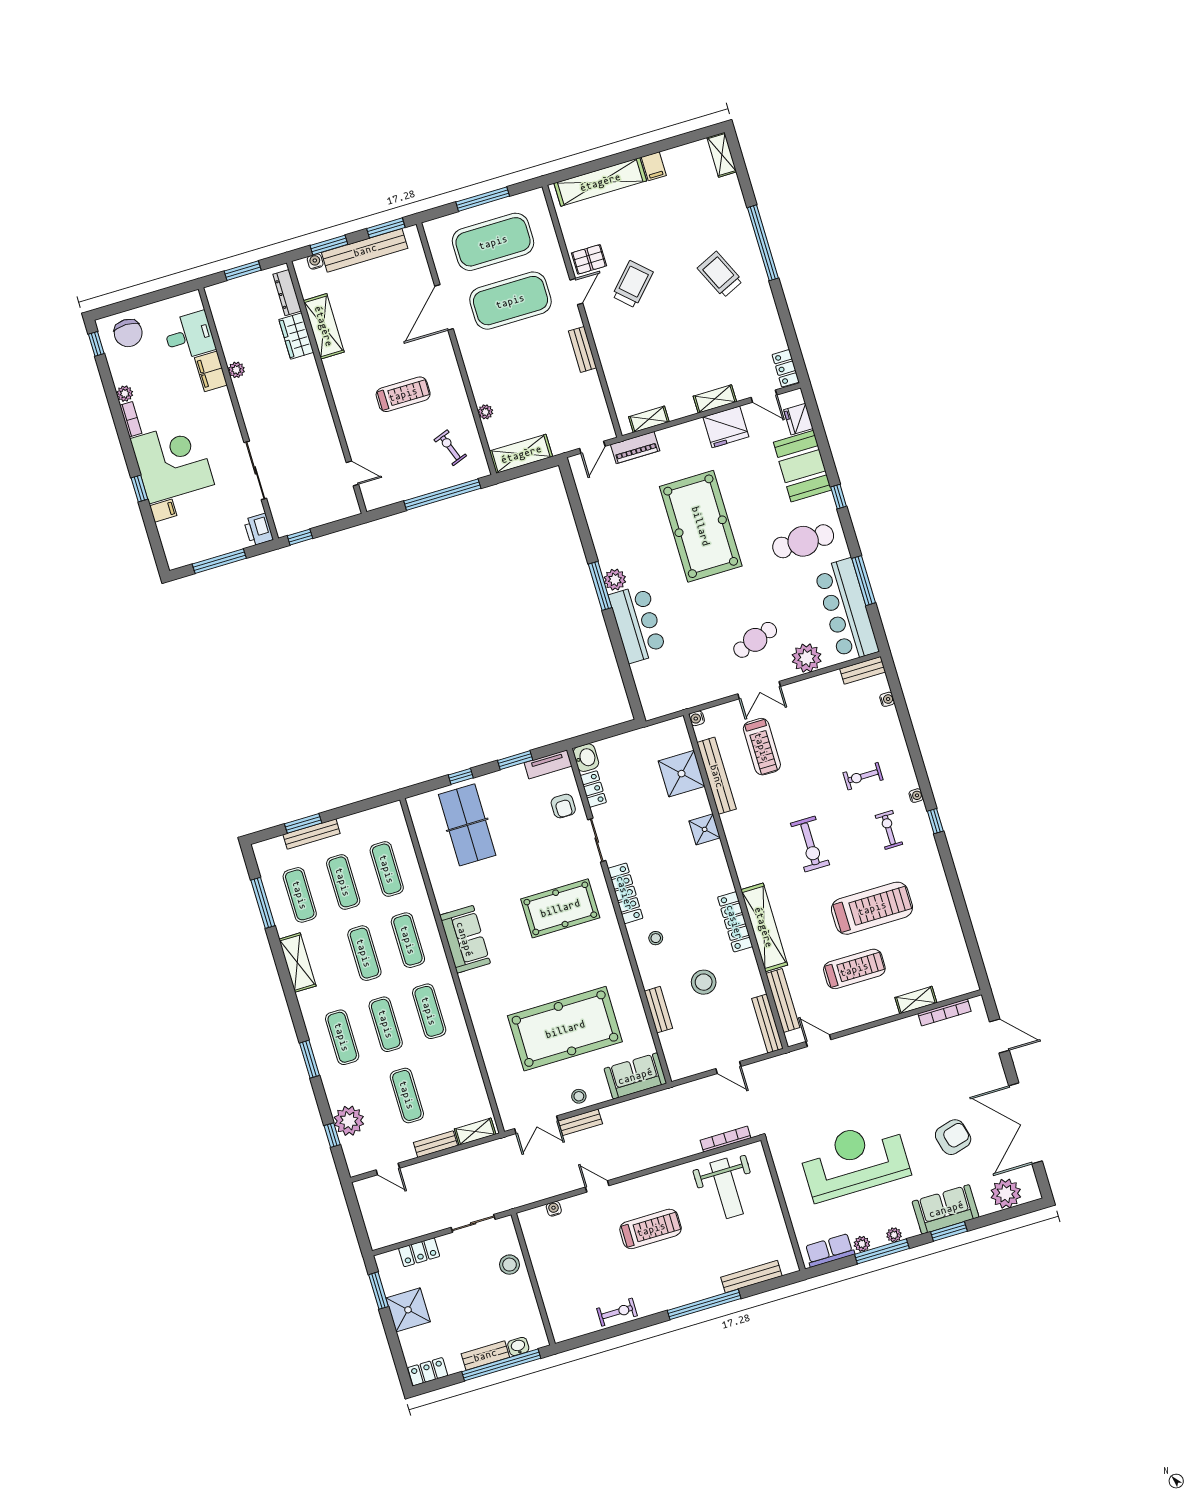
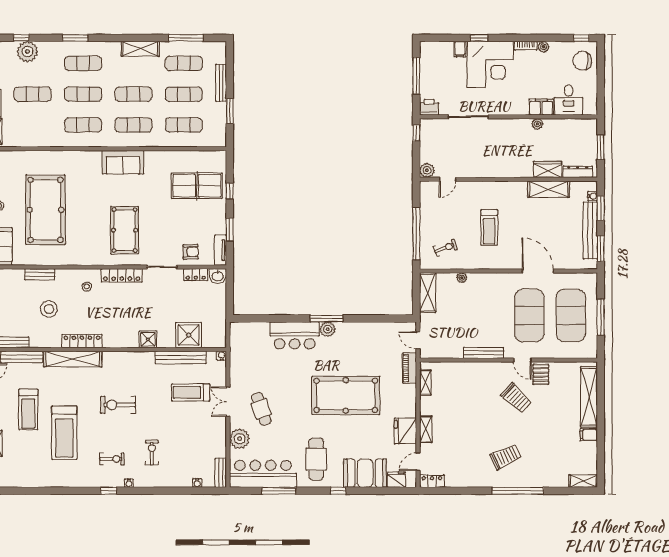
bench: (582, 349) -> (484, 353), width x1.36
plant: (348, 506) -> (427, 170), added
armchair: (563, 806) -> (191, 252), turned 180
window: (303, 823) -> (230, 111), moved

